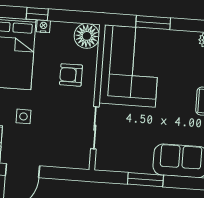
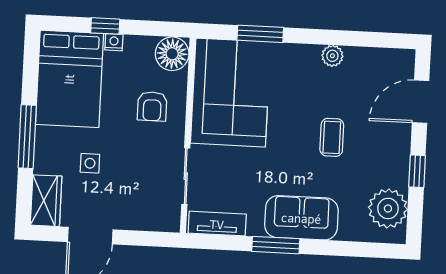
armchair: (71, 75) -> (152, 106), turned -90
tv unit: (118, 164) -> (217, 224), added
window: (145, 180) -> (276, 245), moved

